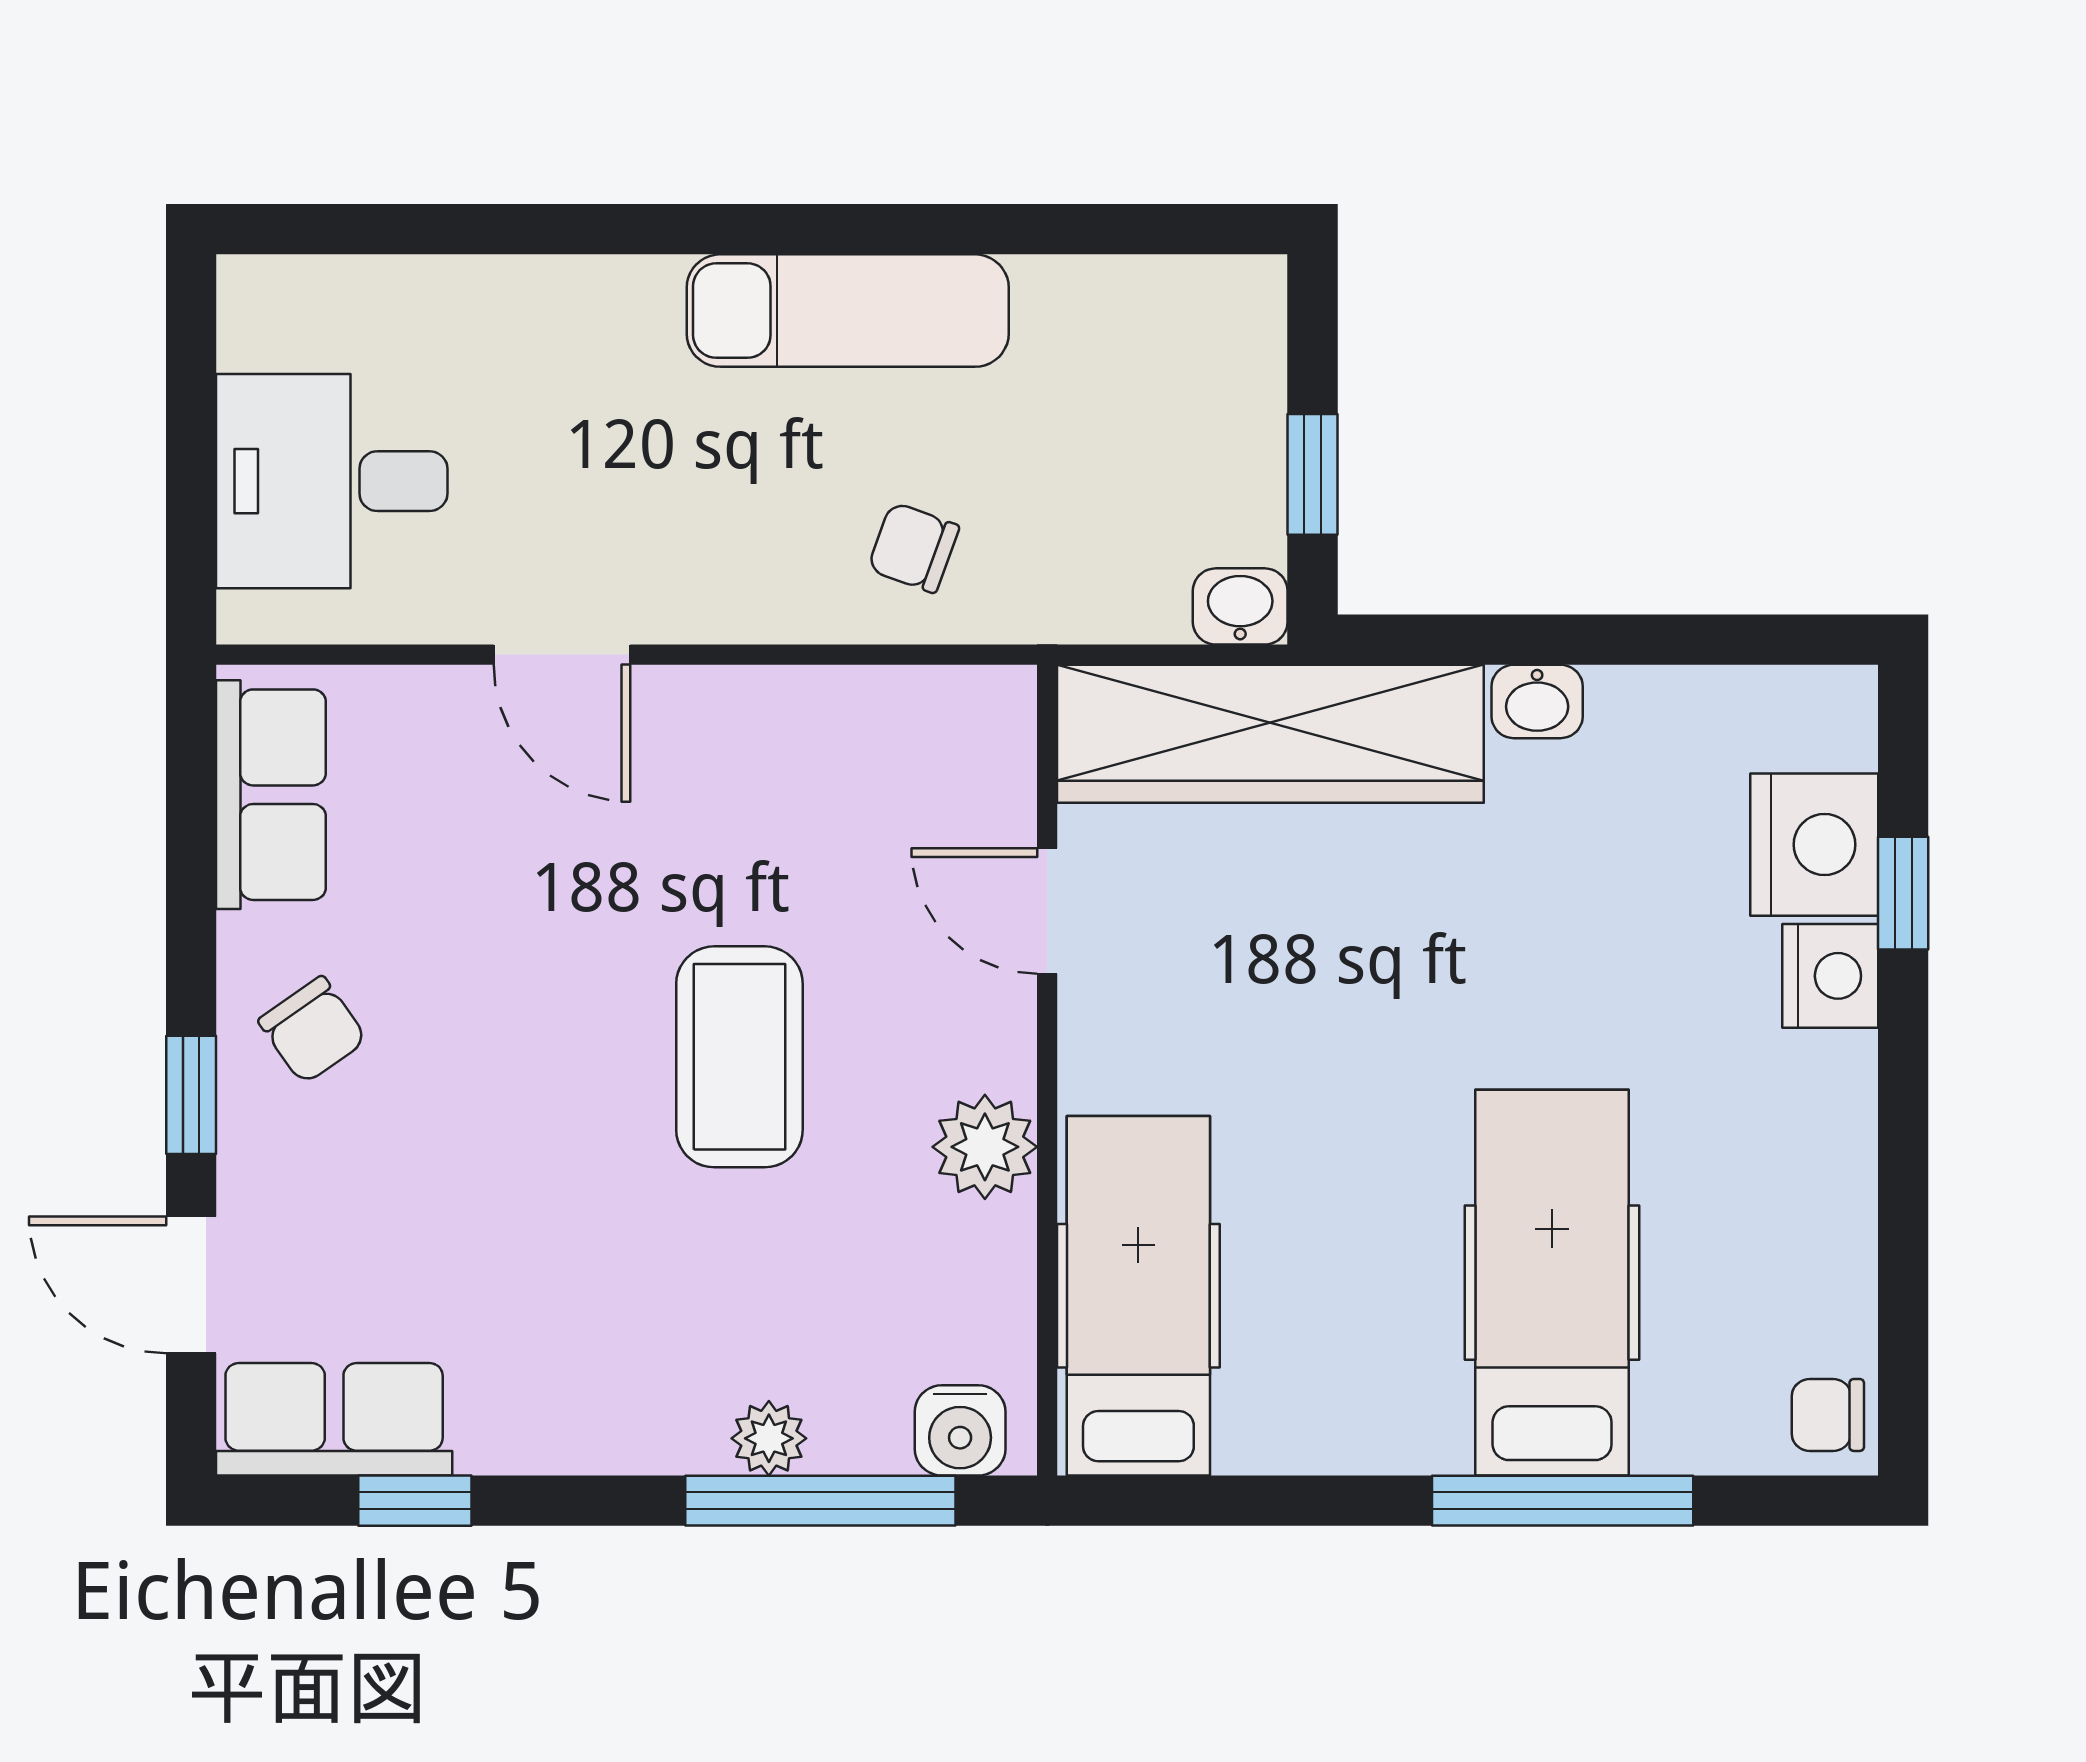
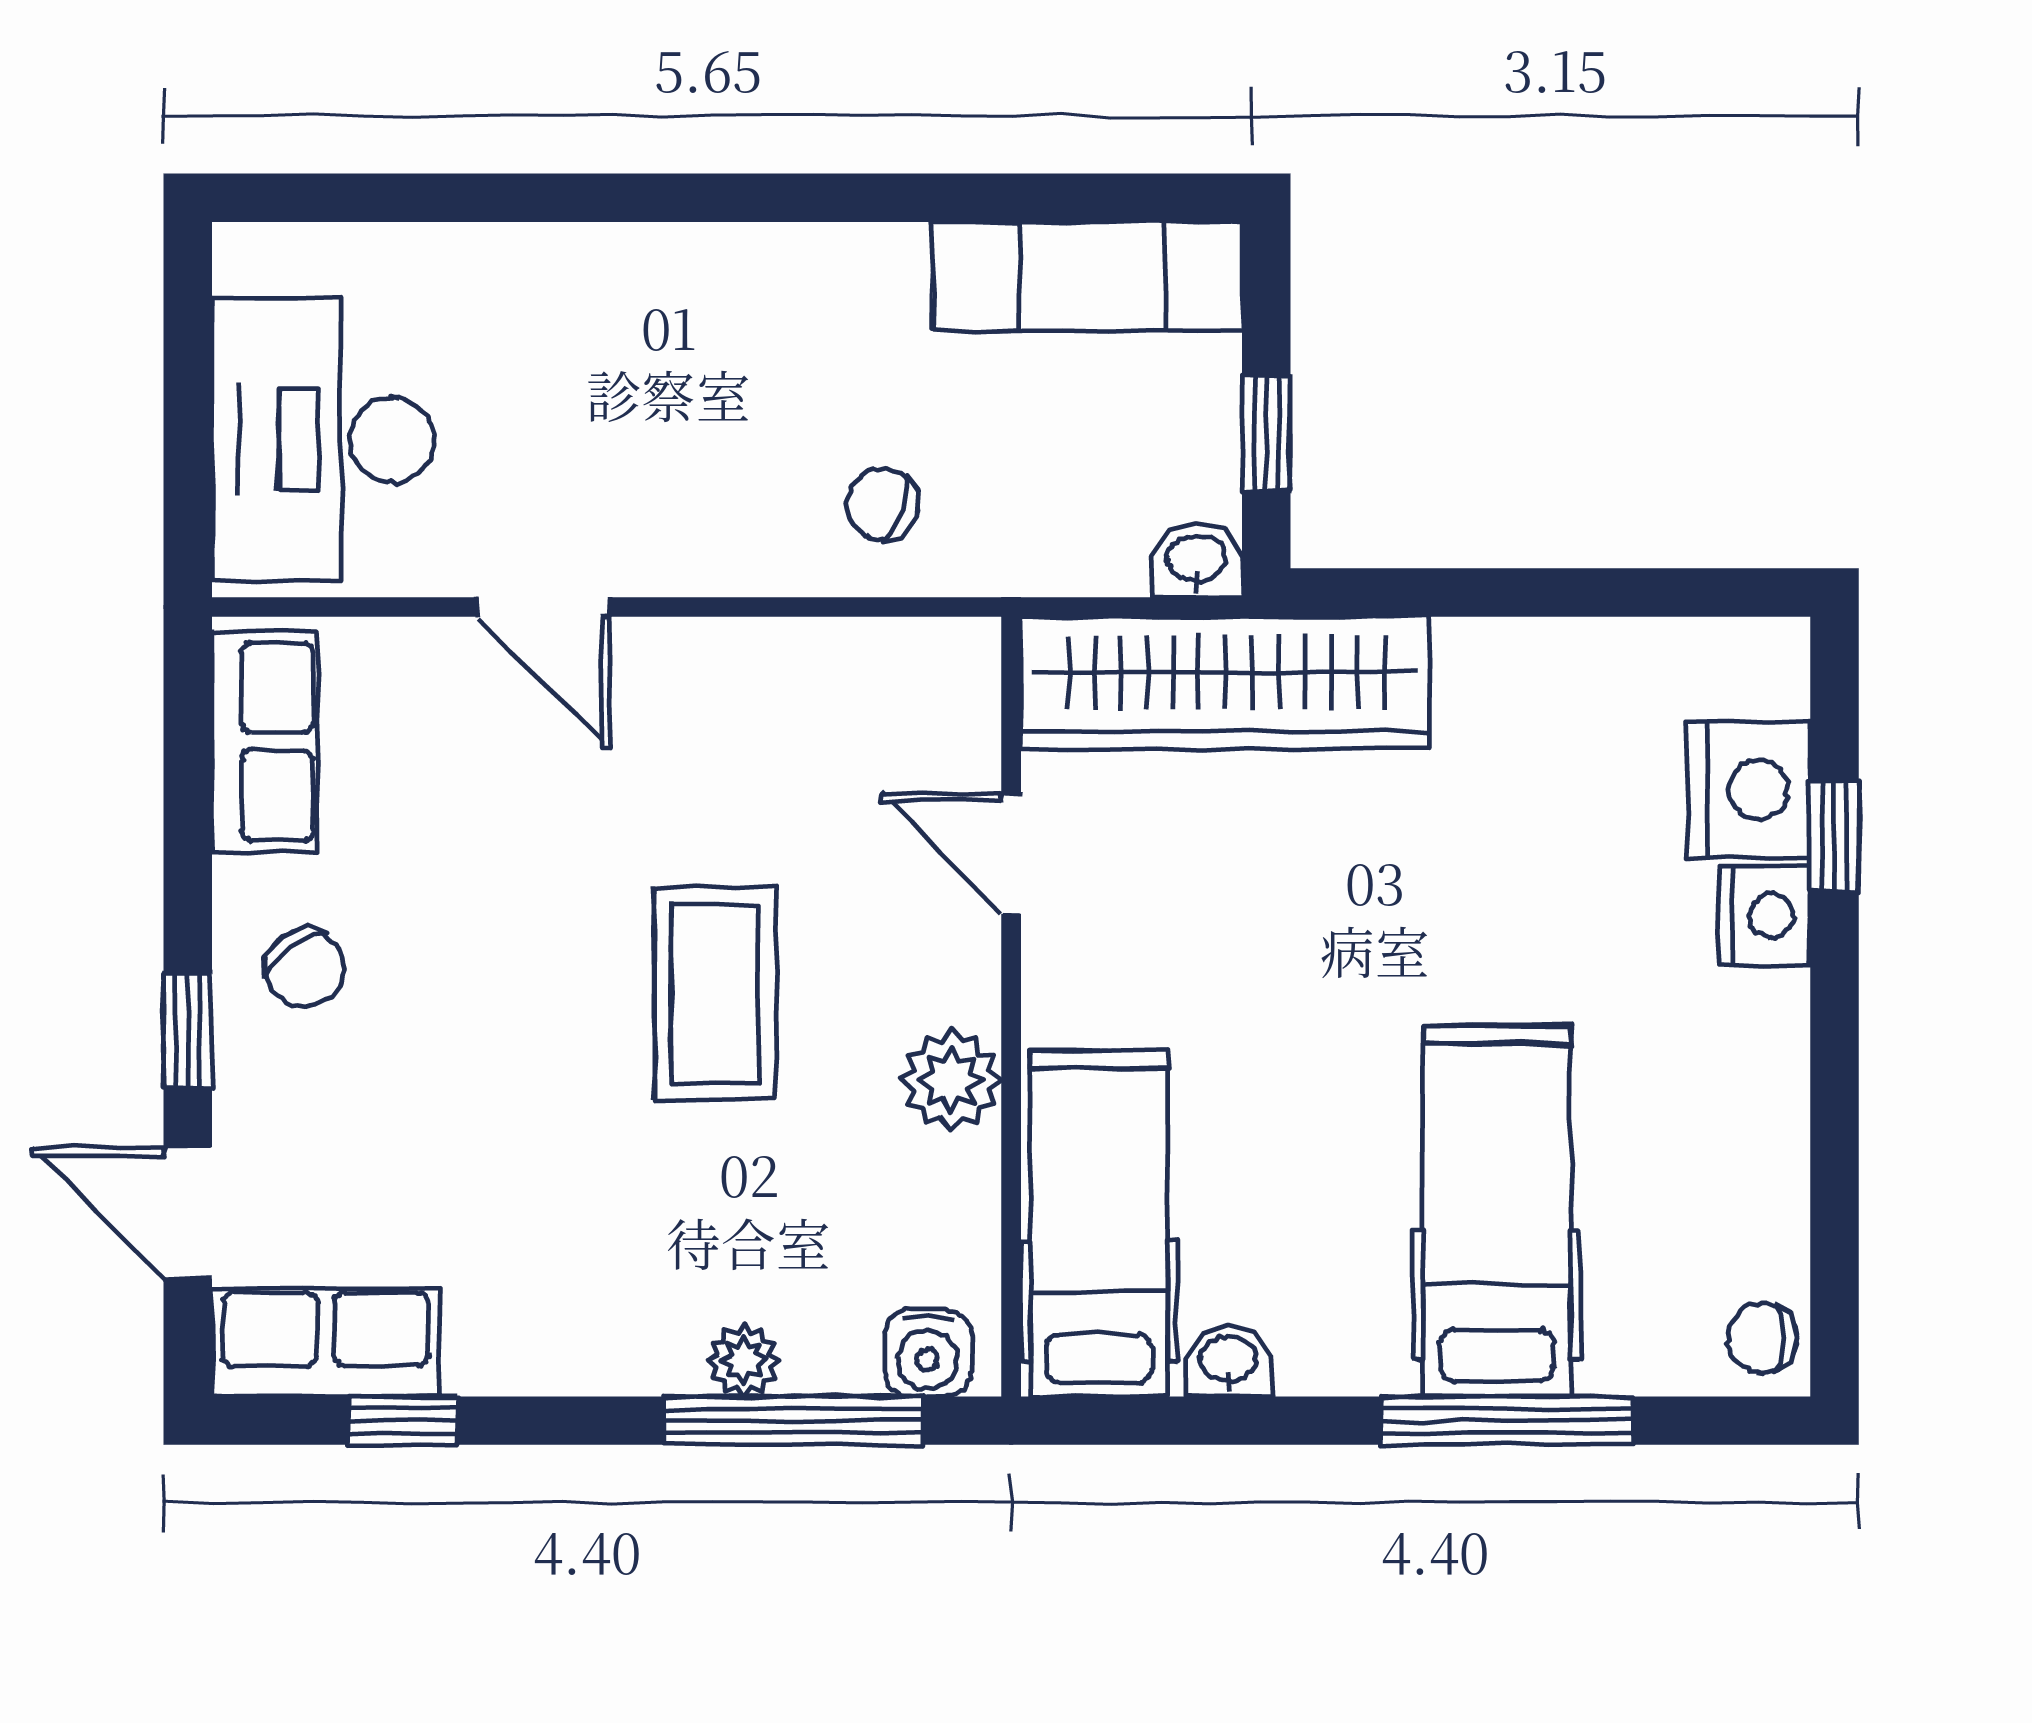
exam couch: (848, 311) -> (1087, 276), moved
desk: (332, 481) -> (323, 440), width x1.37
washbasin: (1537, 701) -> (1229, 1361), moved, turned 180

